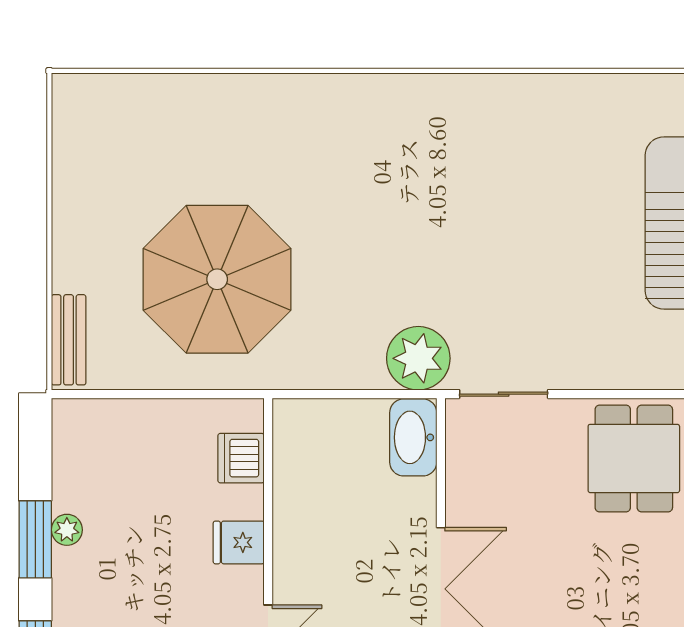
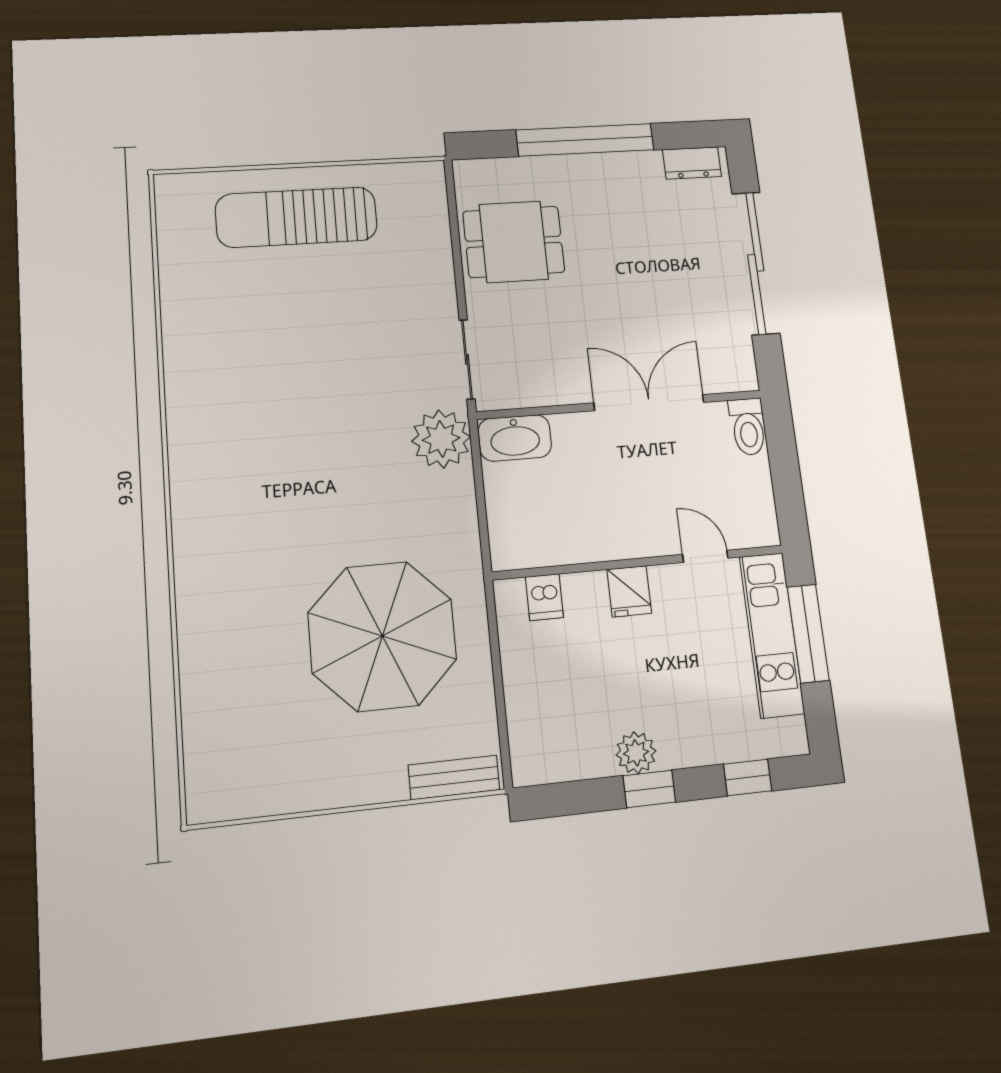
dishwasher: (241, 458) -> (544, 597), width x0.73
plant: (67, 530) -> (636, 753), width x1.38, depth x1.38
window: (35, 539) -> (649, 789), width x0.67

